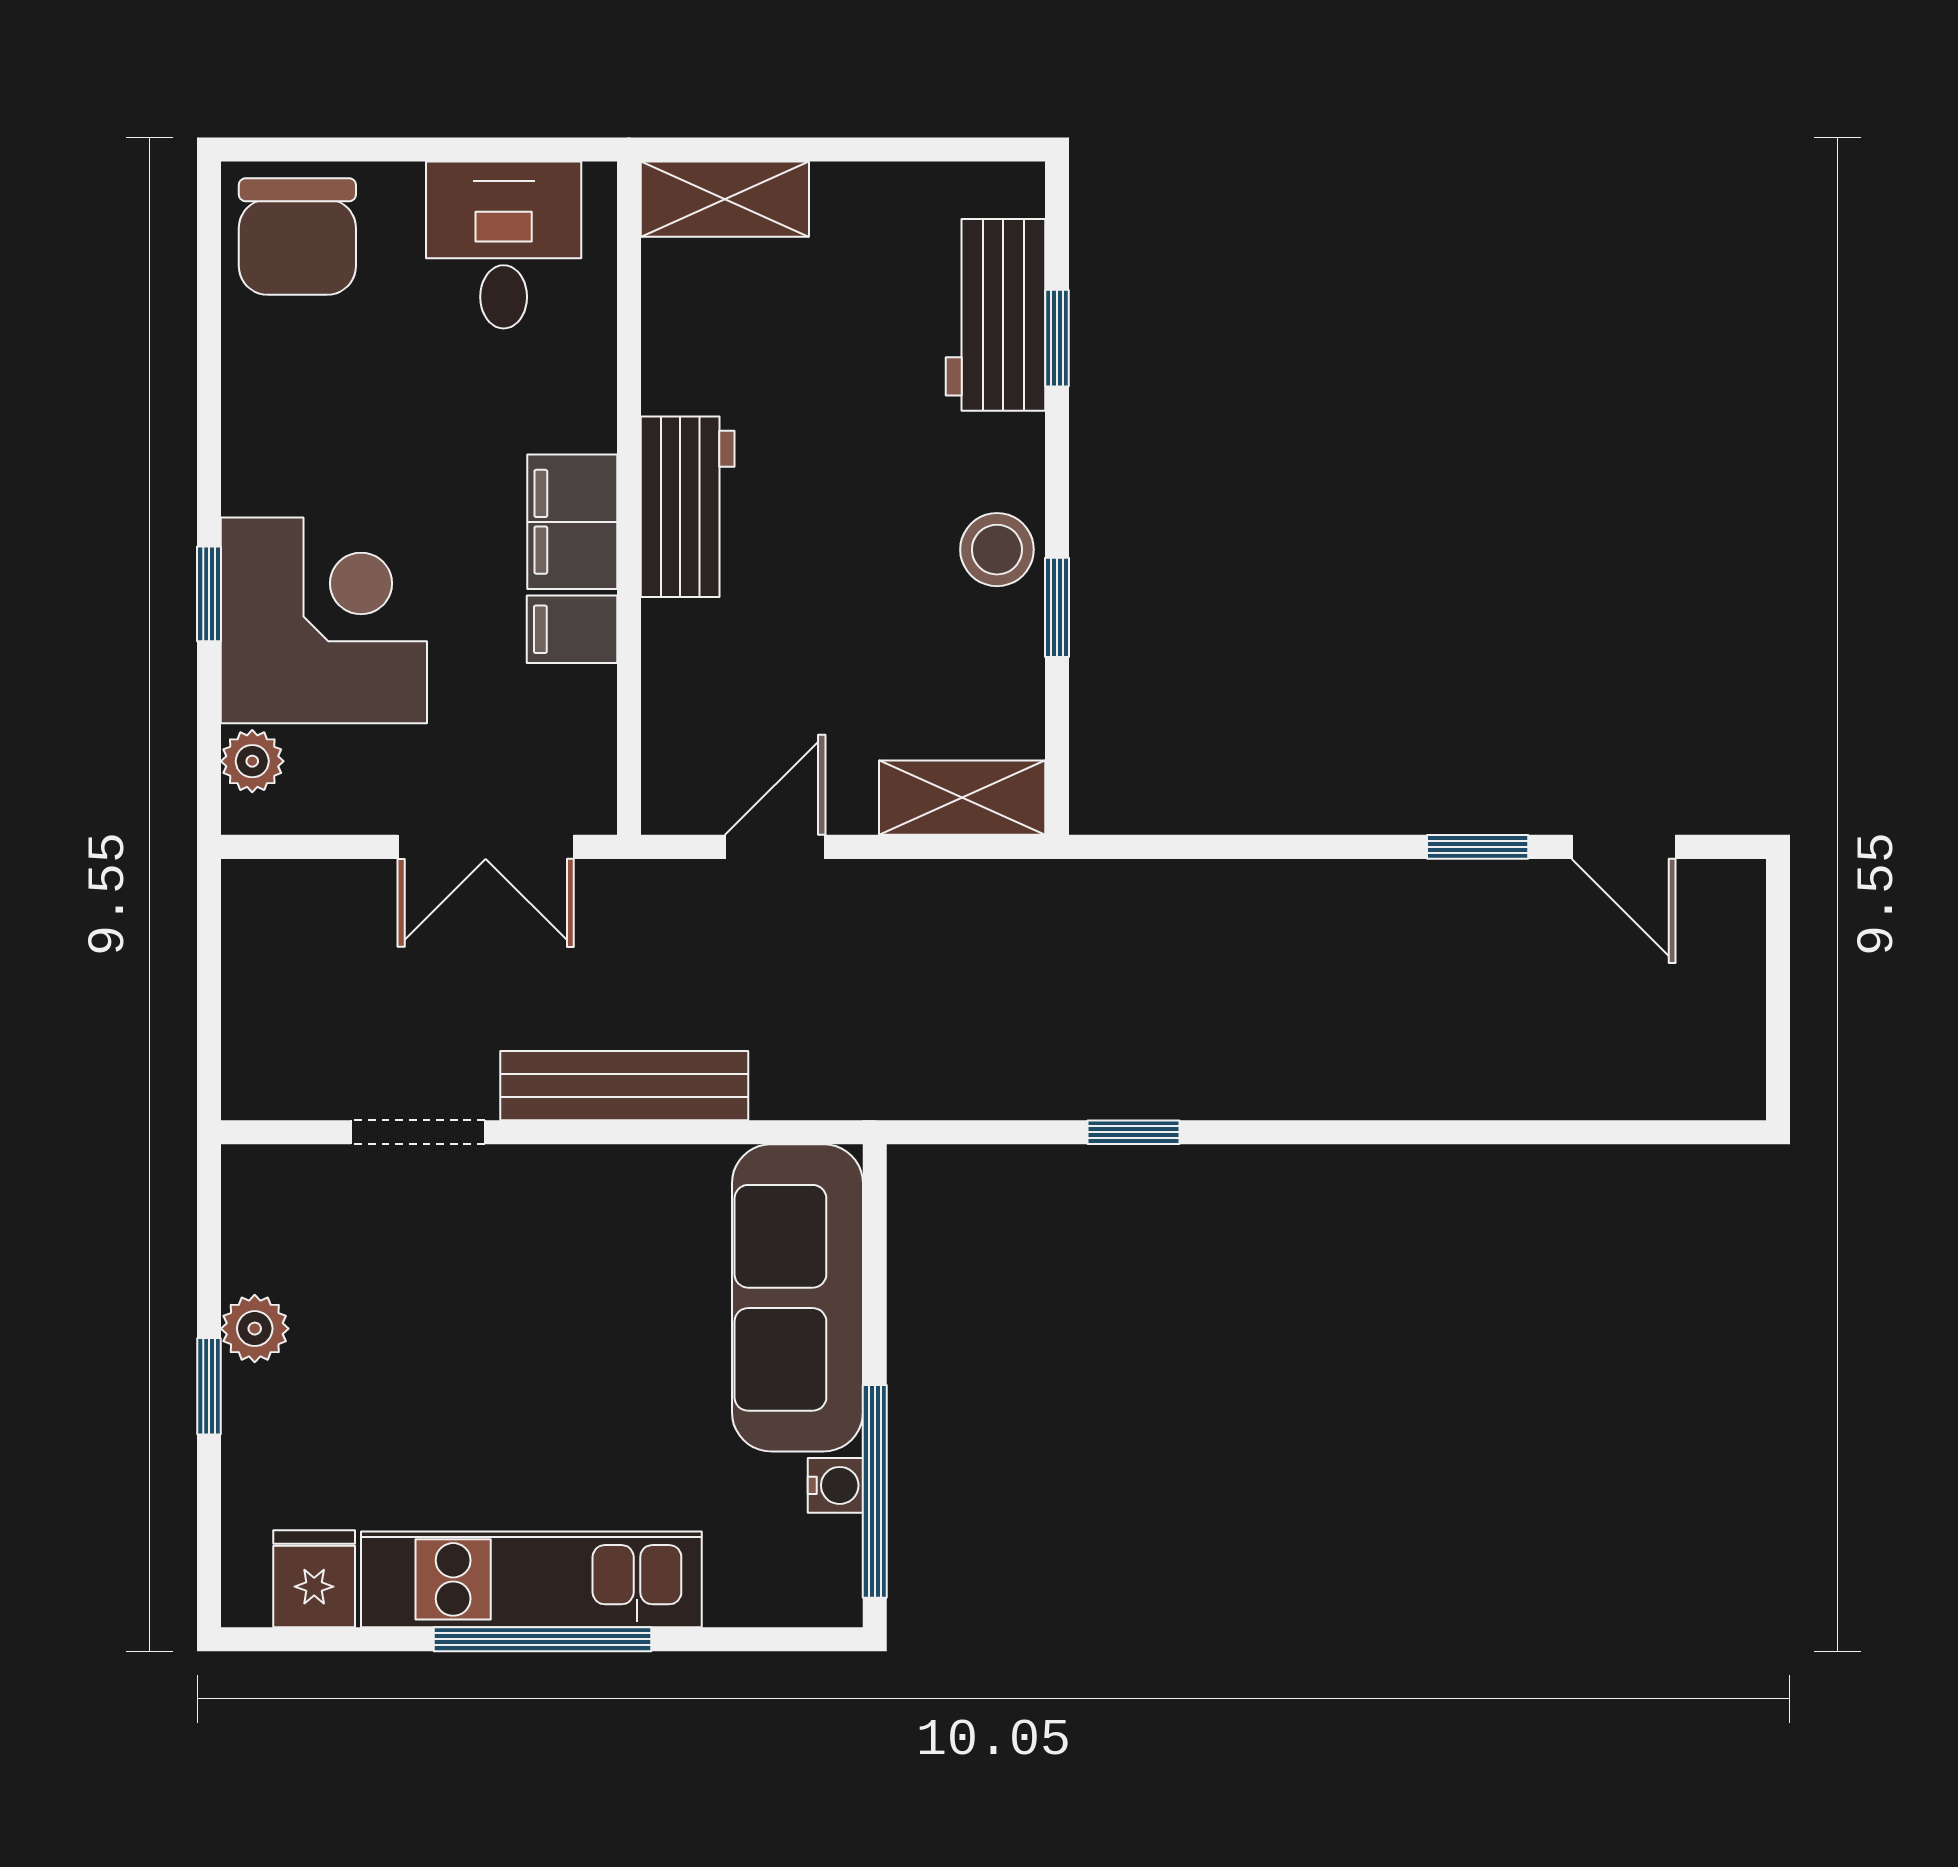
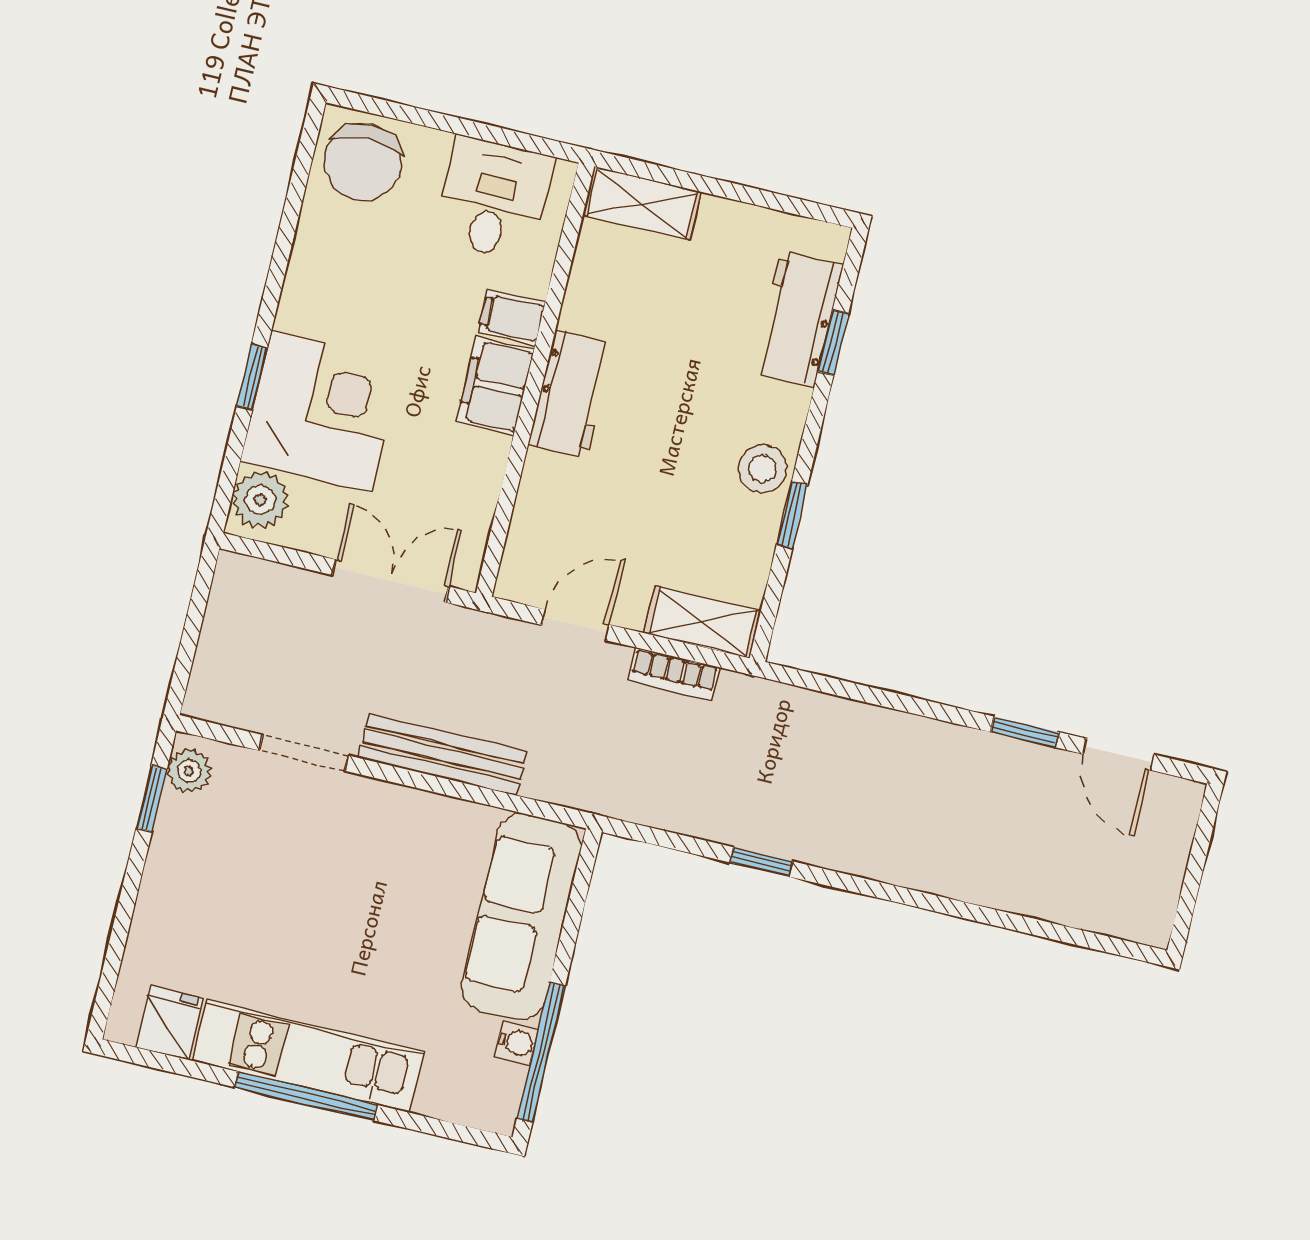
filing cabinet: (572, 629) -> (512, 317), moved
plant: (252, 761) -> (260, 500), width x1.38, depth x1.38
double door: (486, 847) -> (390, 581), swing flipped
bookcase: (938, 885) -> (674, 674), added
plant: (255, 1329) -> (189, 771), moved
window: (209, 1386) -> (152, 798), moved

